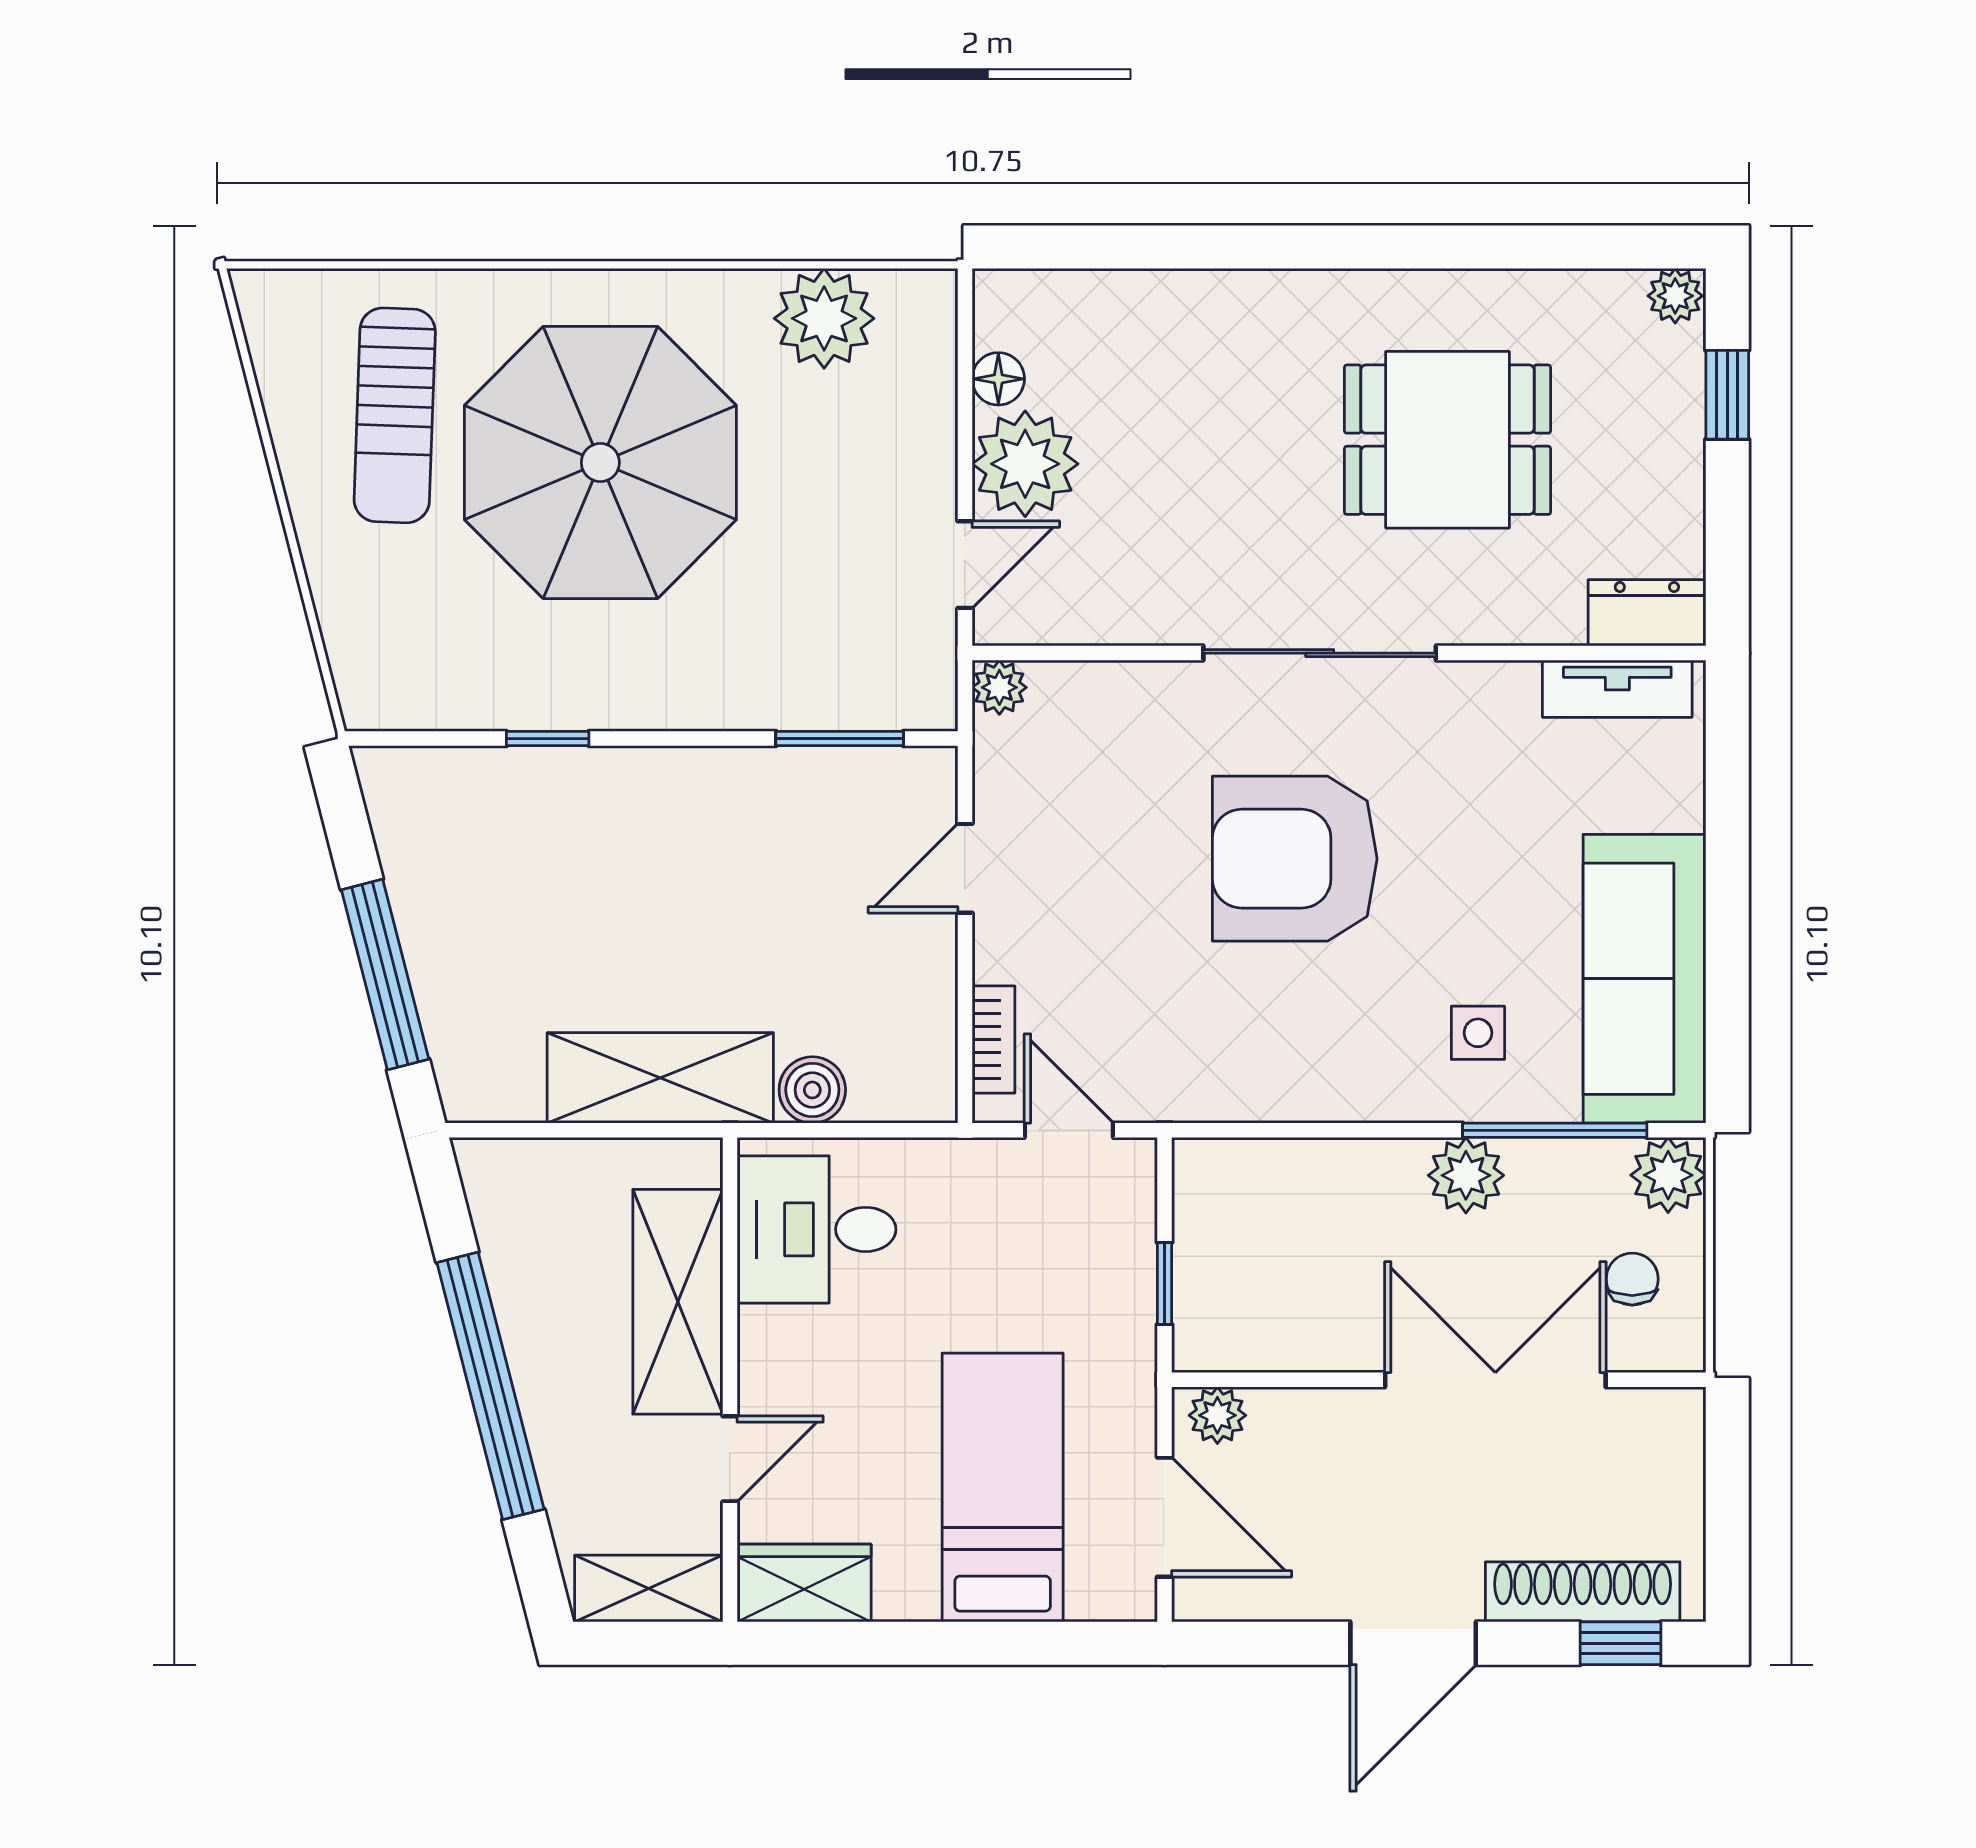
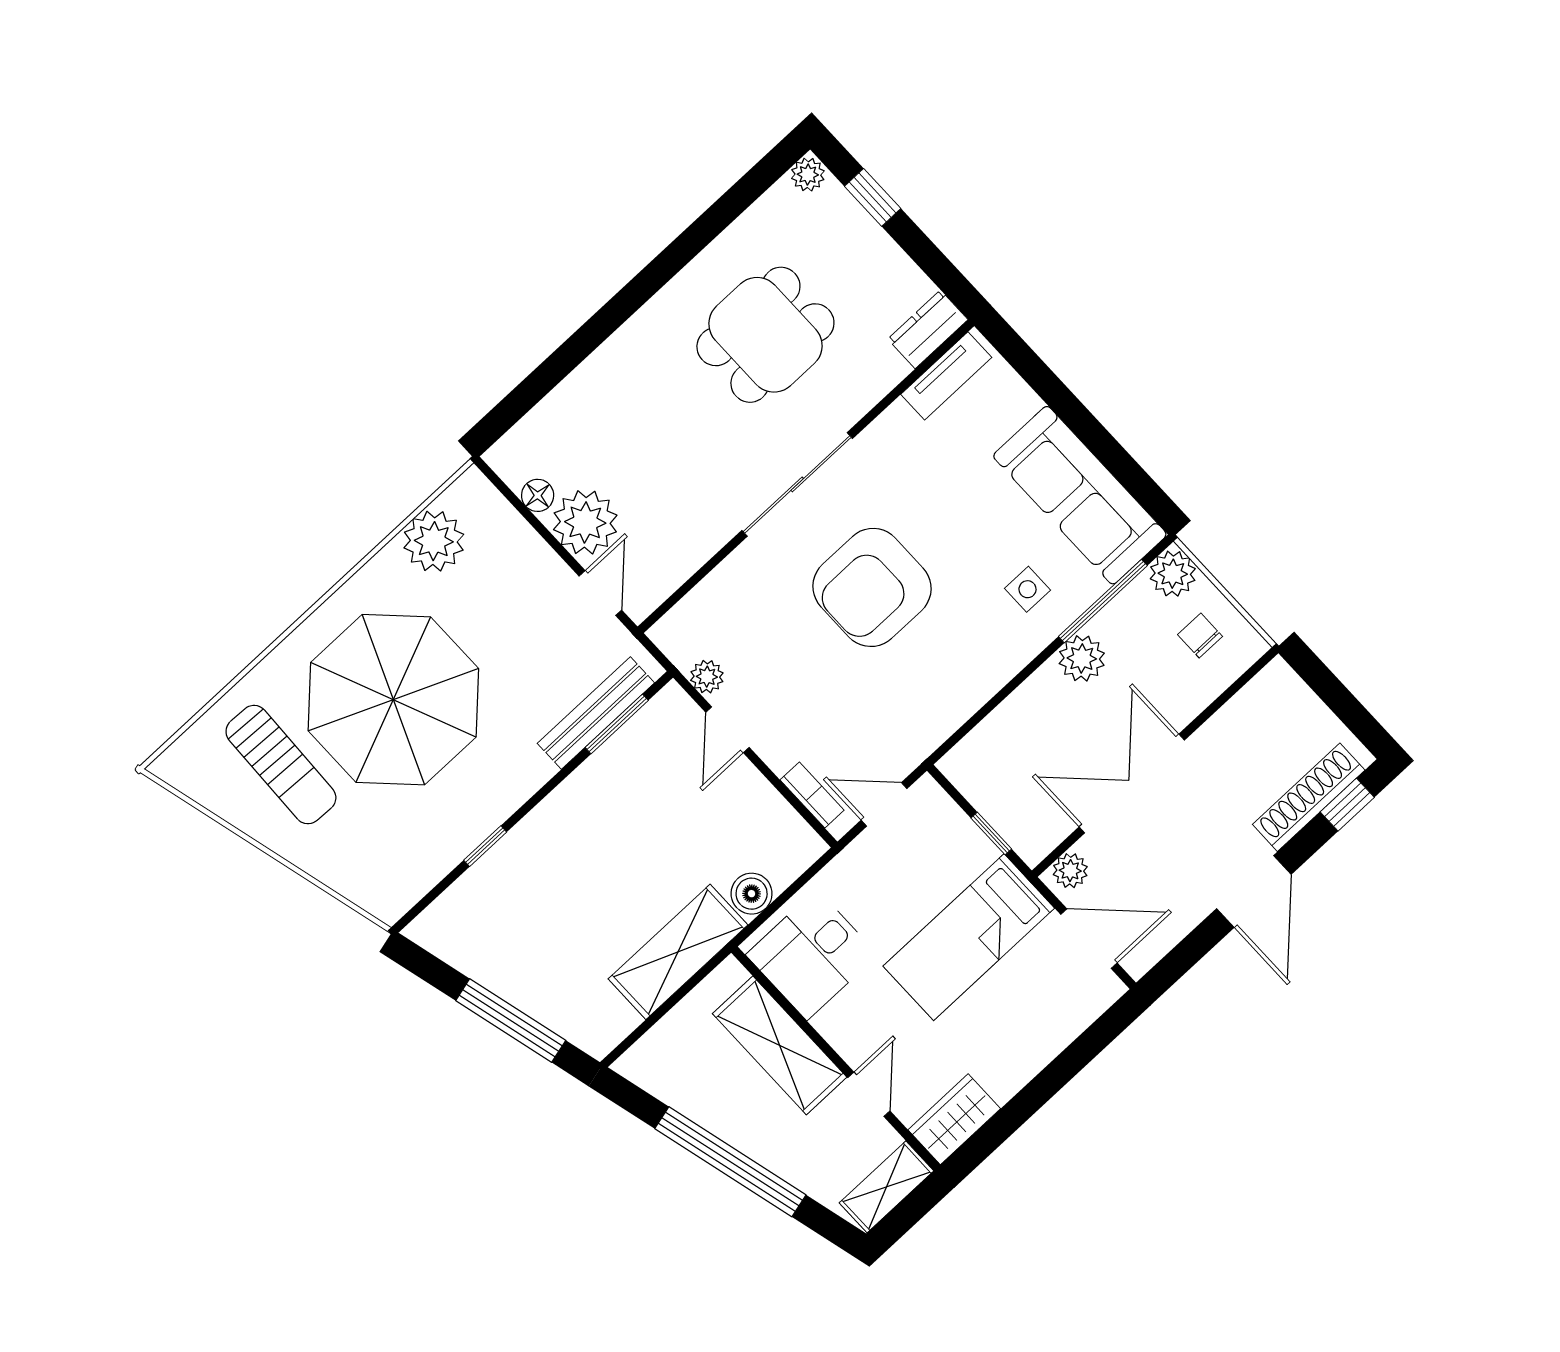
plant: (999, 687) -> (707, 677), moved
bench: (827, 703) -> (596, 713), added
double door: (1495, 1380) -> (1132, 784), moved
bed: (1003, 1487) -> (969, 937), moved, turned -90

